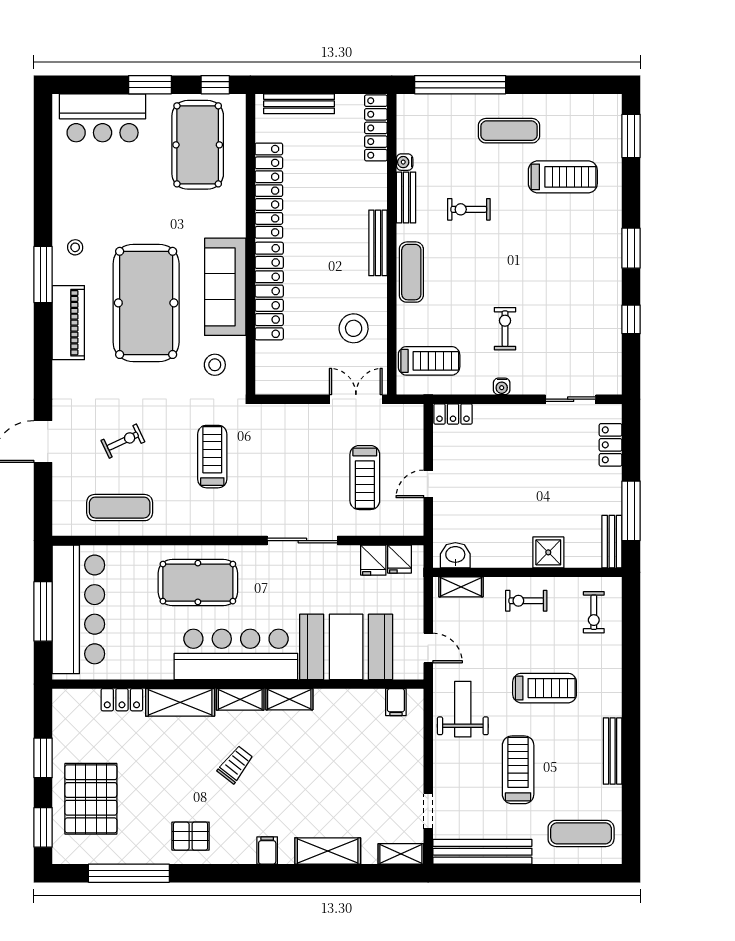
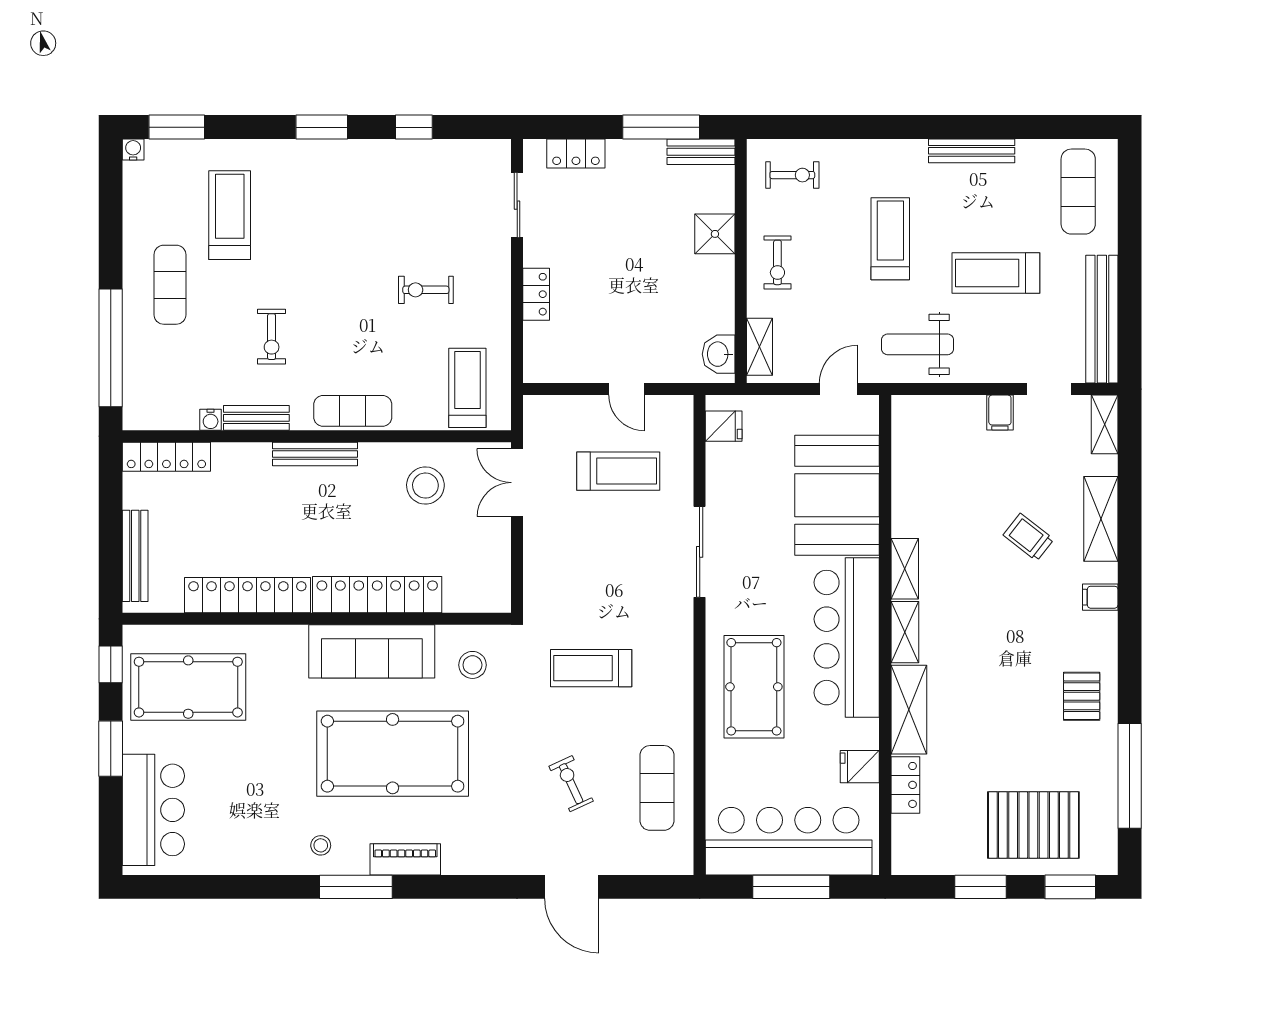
piano: (68, 323) -> (405, 859), width x0.73, depth x0.75
water cooler: (502, 386) -> (133, 149), moved, turned -90
locker: (453, 414) -> (536, 294), moved
fridge: (373, 560) -> (860, 767), moved, turned 180
filing cabinet: (396, 702) -> (1000, 413), moved, turned 90
trolley: (235, 765) -> (1028, 537), moved

